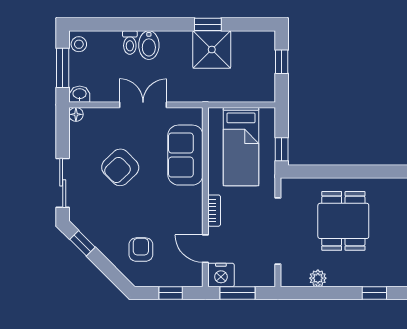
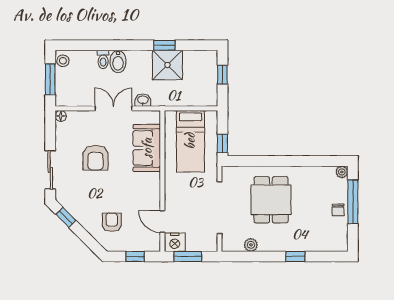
washbasin: (80, 94) -> (143, 100), moved
armchair: (120, 167) -> (96, 158), turned -46
bookcase: (214, 211) -> (169, 192), removed

